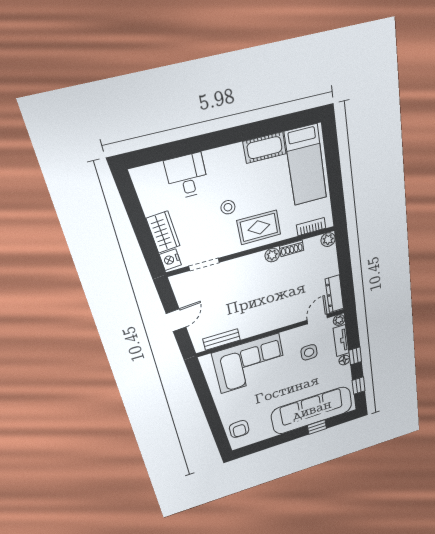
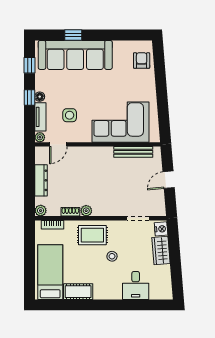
dresser: (334, 294) -> (41, 180), moved
bench: (222, 339) -> (133, 152), width x1.36

